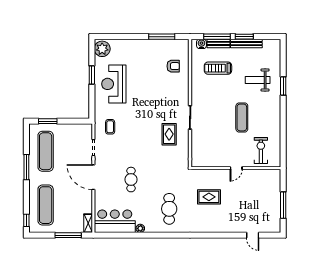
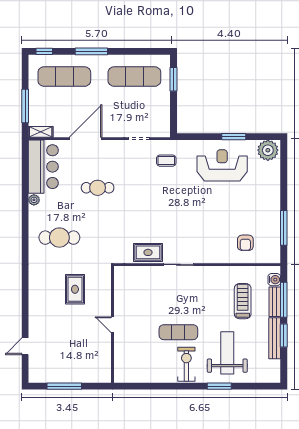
weight bench: (258, 80) -> (227, 353), width x1.36, depth x1.33
rug: (169, 134) -> (148, 252), moved
exercise bike: (261, 150) -> (186, 364), moved, turned -90
window: (26, 167) -> (91, 51), moved
door: (93, 177) -> (85, 139), moved

